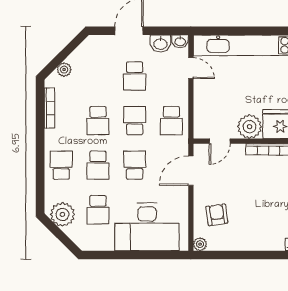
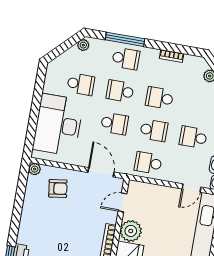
bookcase: (50, 108) -> (172, 56), width x0.64
door: (220, 141) -> (122, 202), hinge flipped
window: (40, 170) -> (125, 39), added
school desk: (98, 210) -> (81, 84), turned 180
plant: (62, 214) -> (83, 45), width x0.53, depth x0.53

